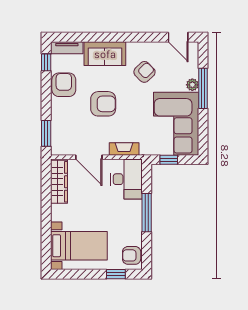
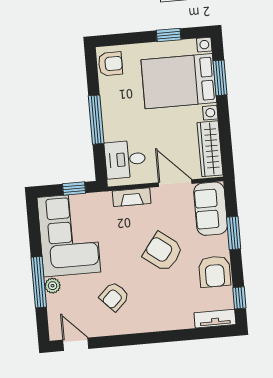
sofa: (105, 54) -> (211, 209), moved, turned -90
armchair: (103, 104) -> (163, 252), turned 37
window: (46, 133) -> (234, 233), moved
desk: (127, 179) -> (125, 159), width x0.73
window: (46, 237) -> (220, 78), added
bed with nightstands: (79, 246) -> (179, 81), width x1.36
window: (116, 274) -> (169, 35), moved

